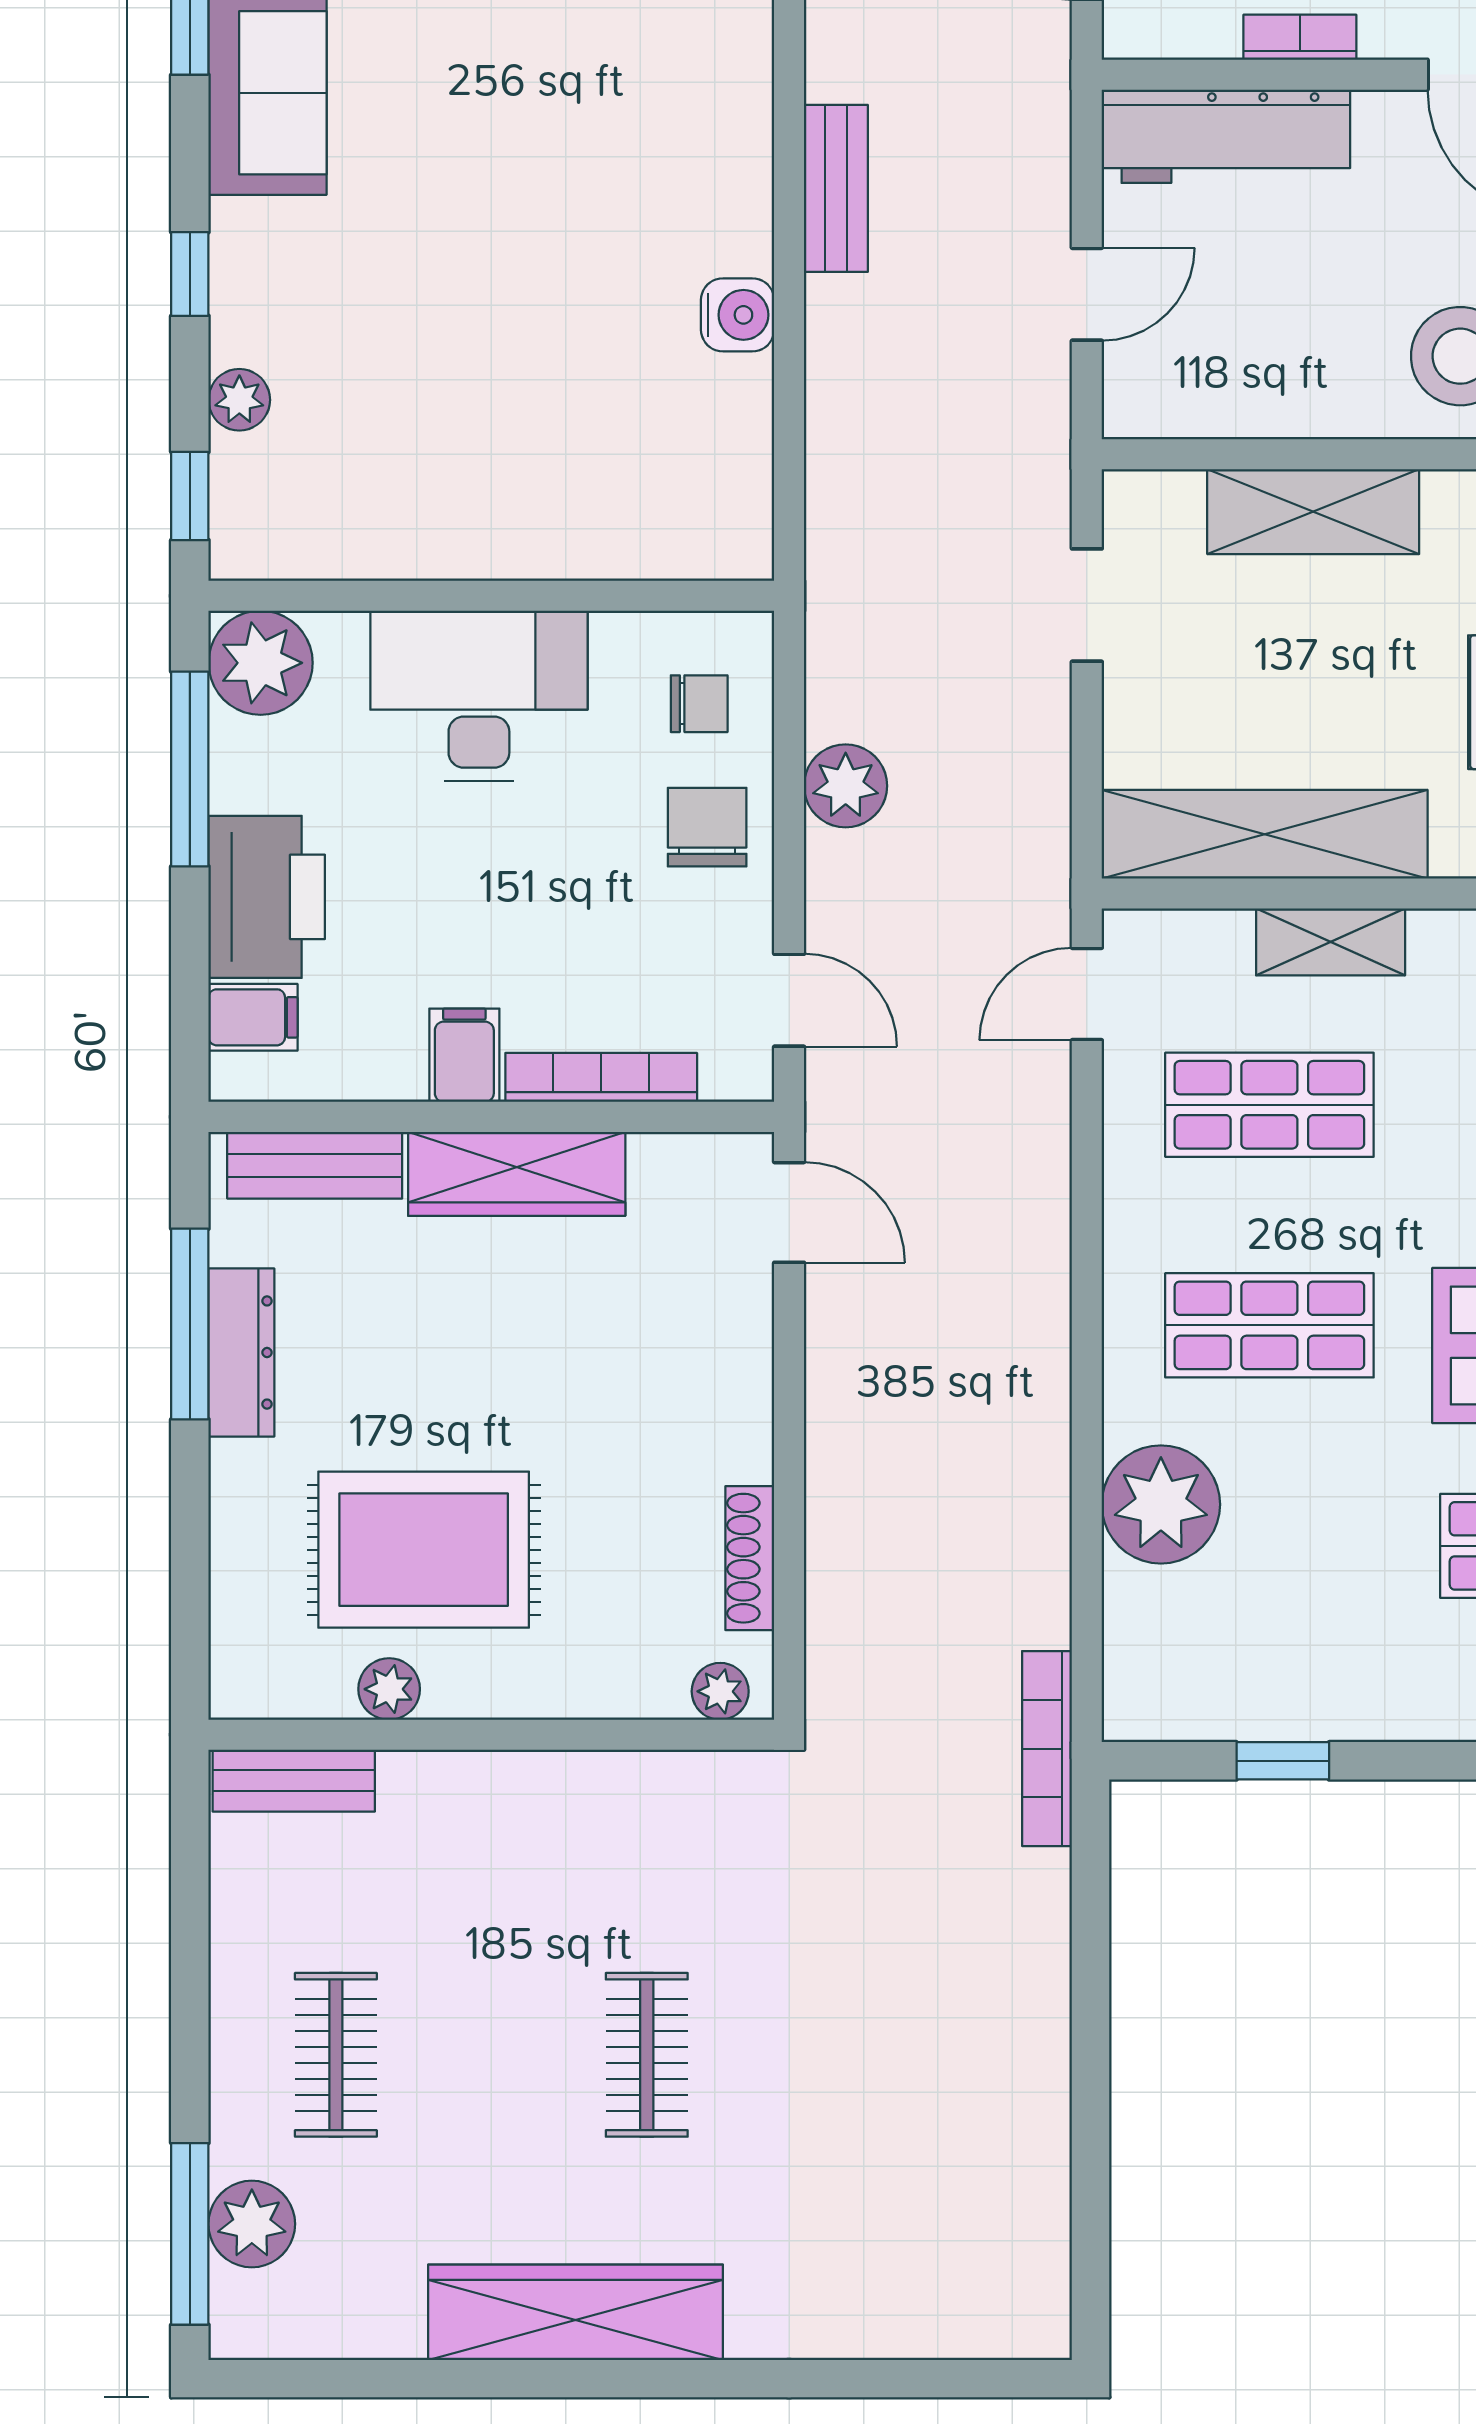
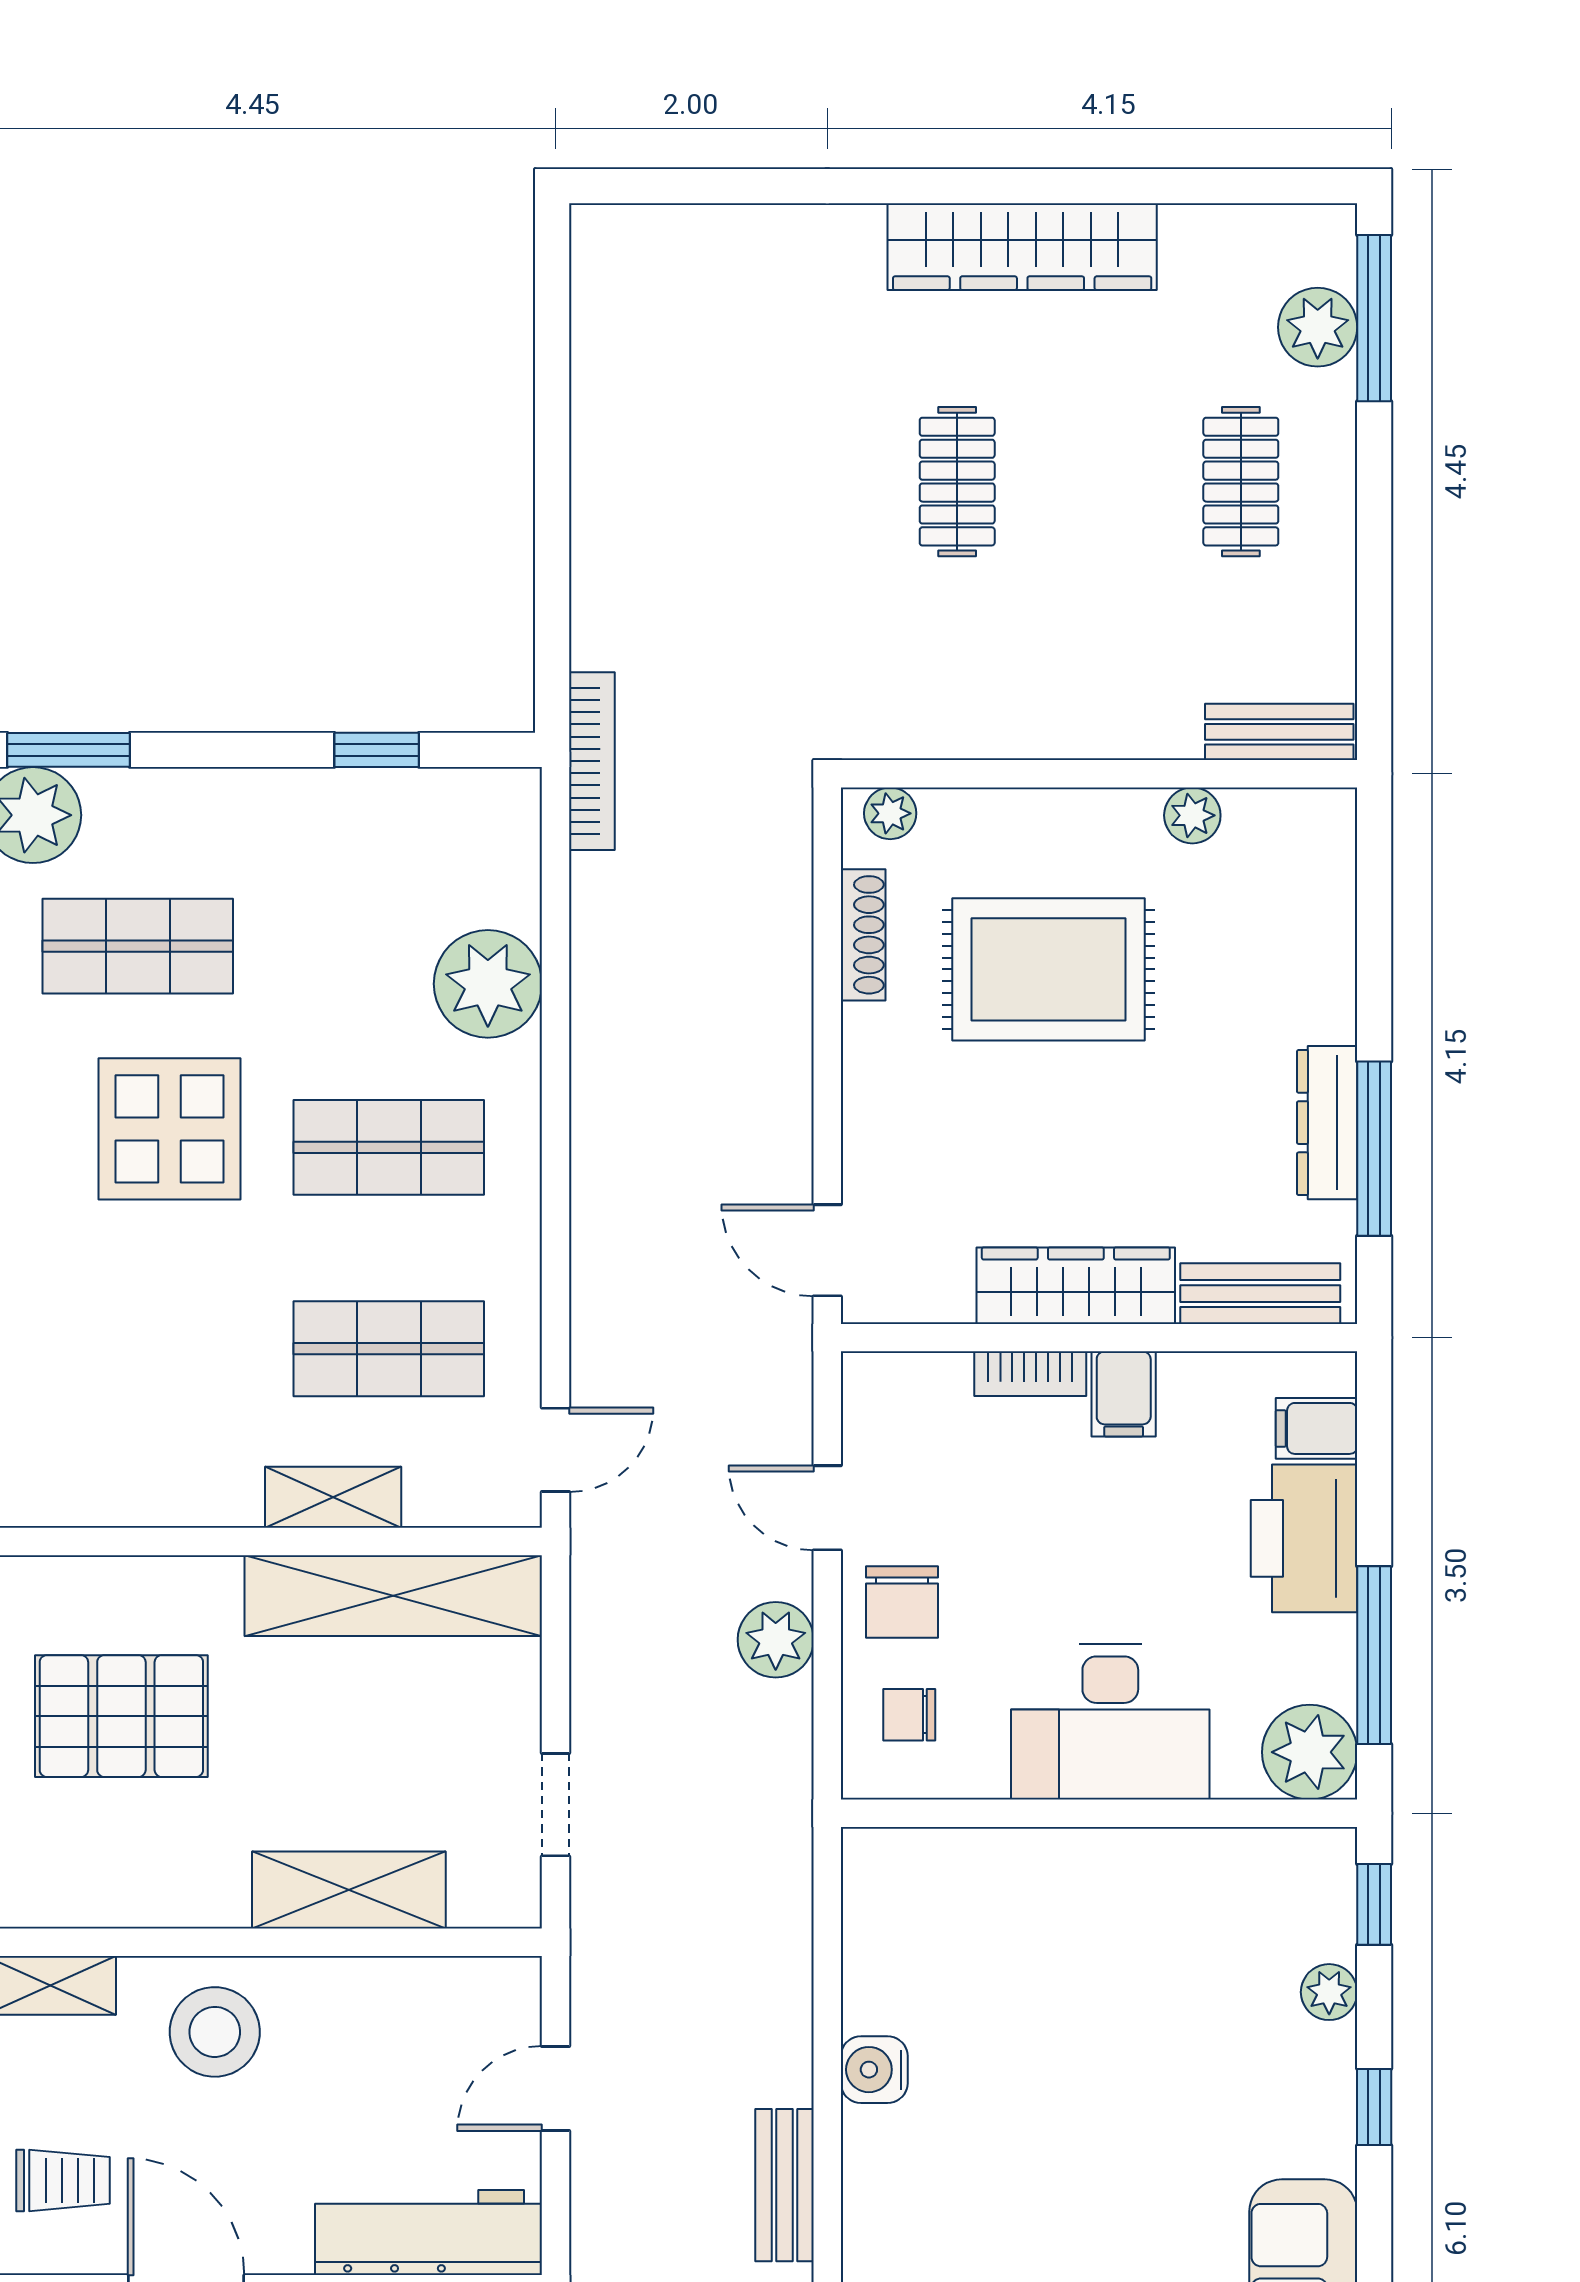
door: (789, 1000) -> (827, 1508), moved
bookcase: (601, 1077) -> (1030, 1374), width x0.64
rug: (424, 1550) -> (1048, 969), moved

